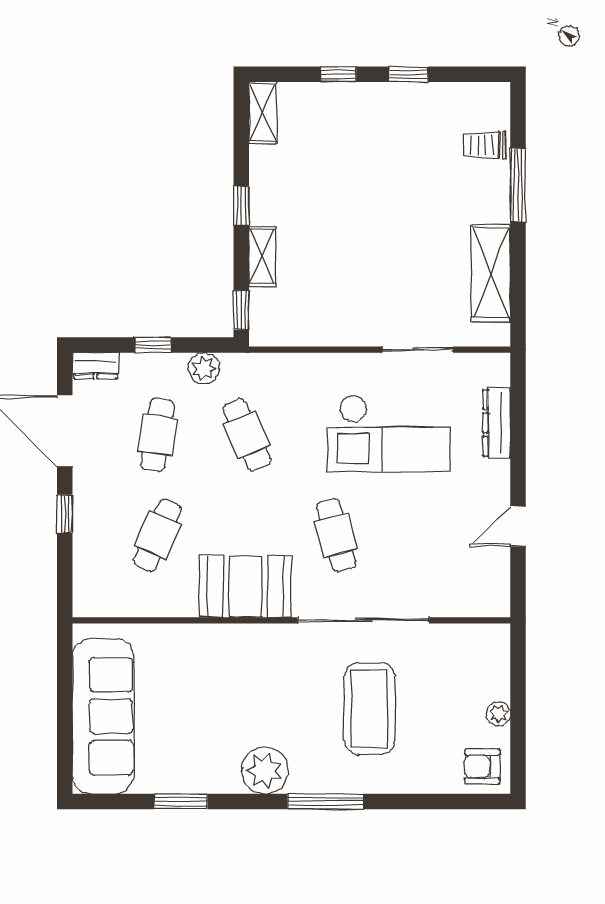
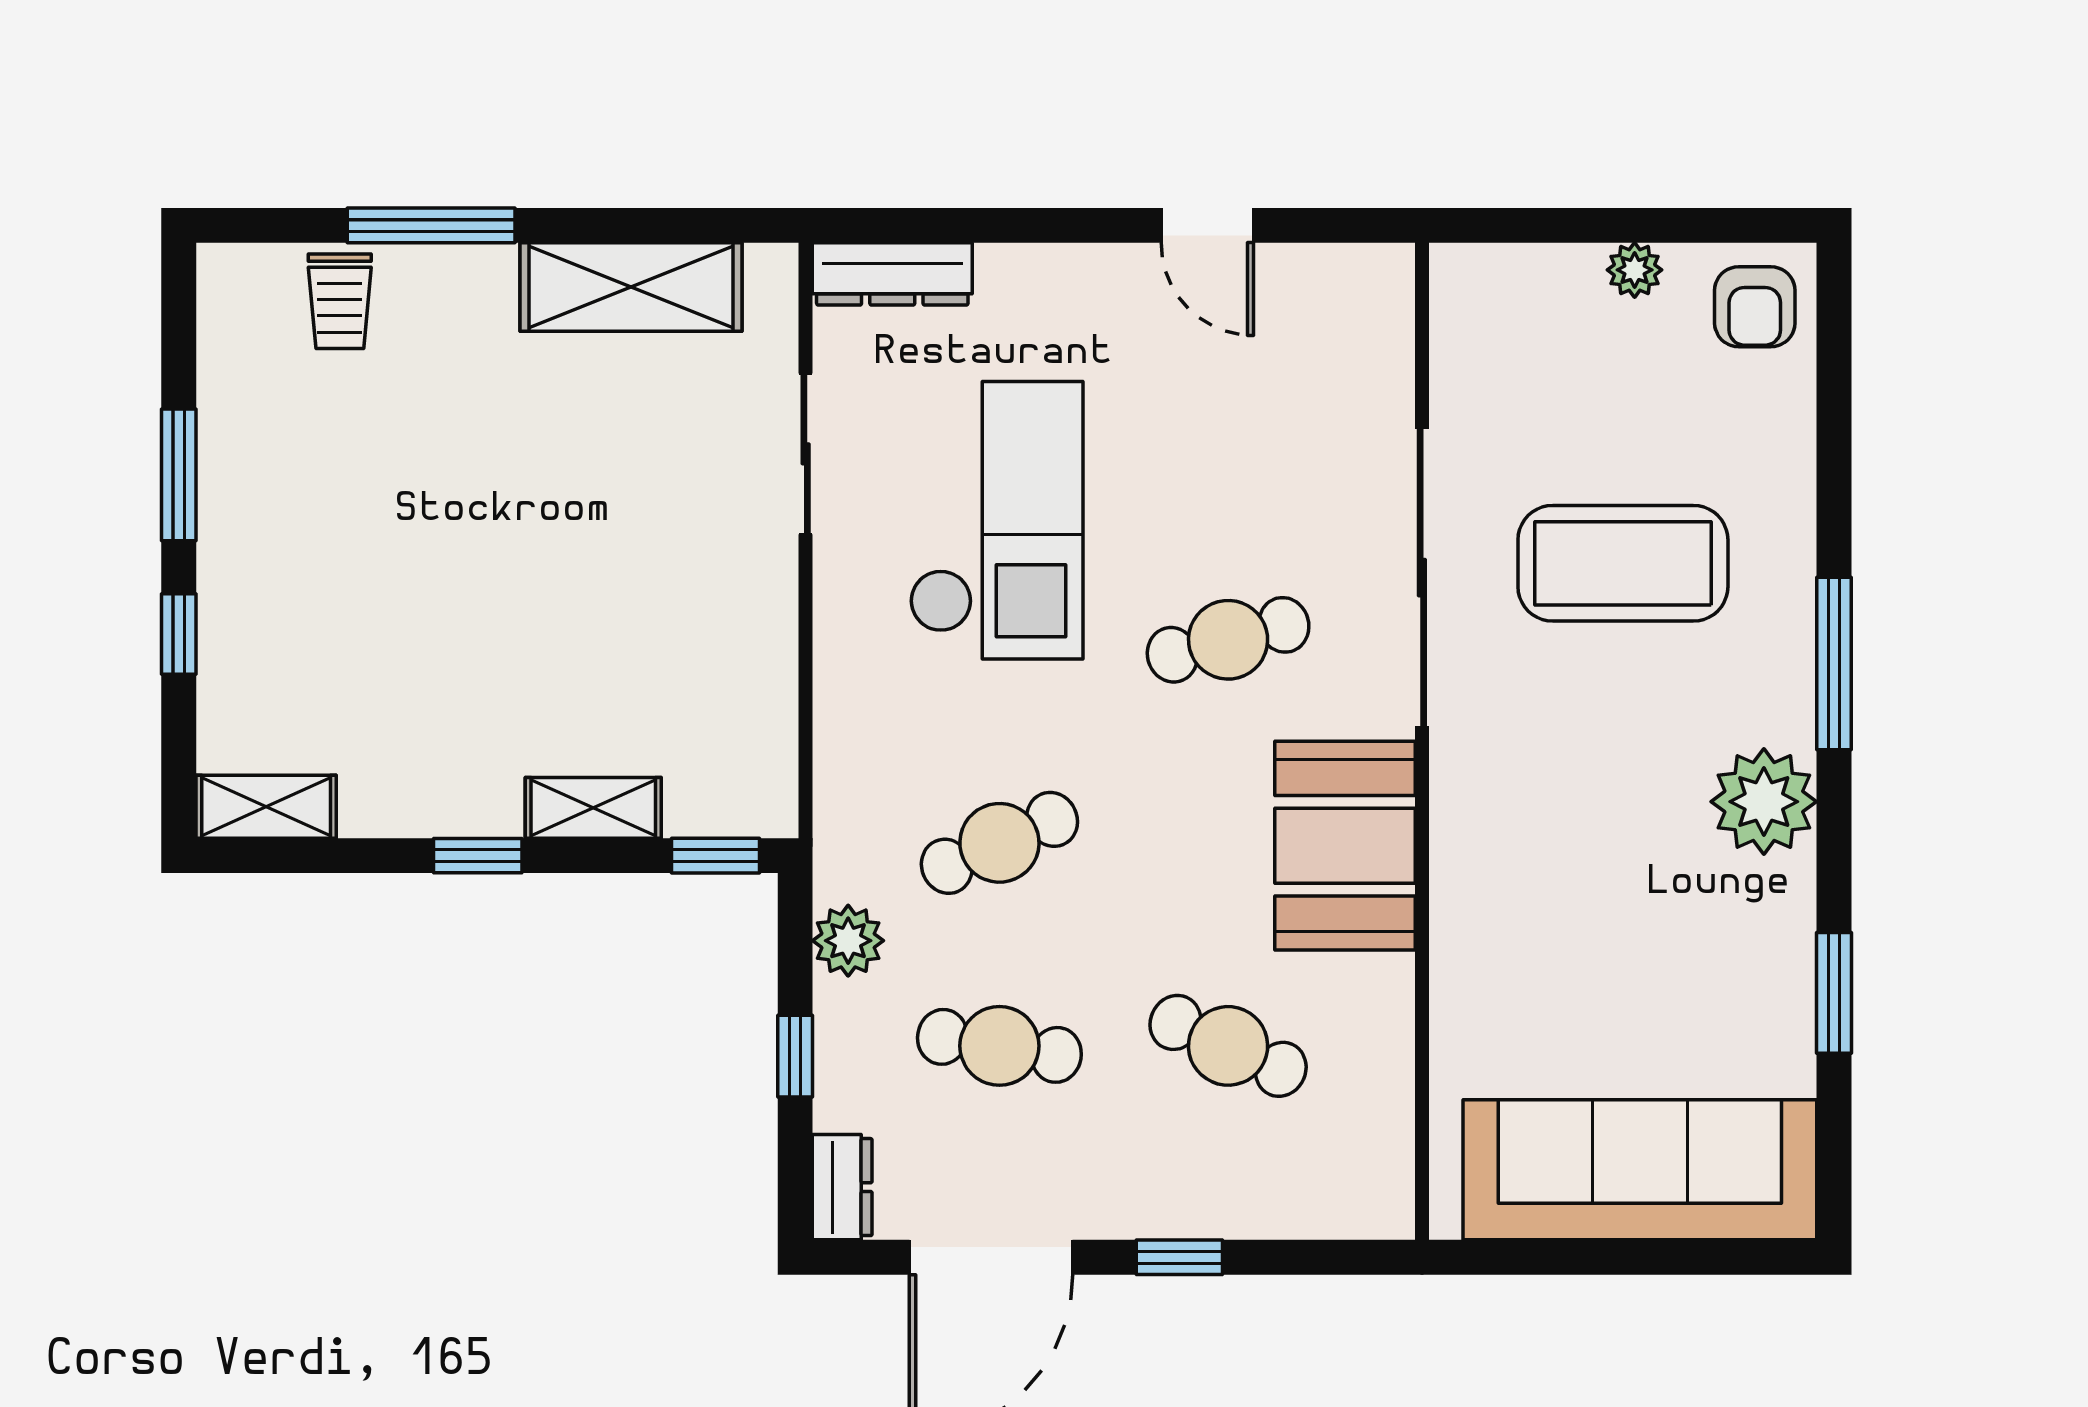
window: (408, 74) -> (179, 475), width x1.50
dresser: (497, 423) -> (892, 274), moved

